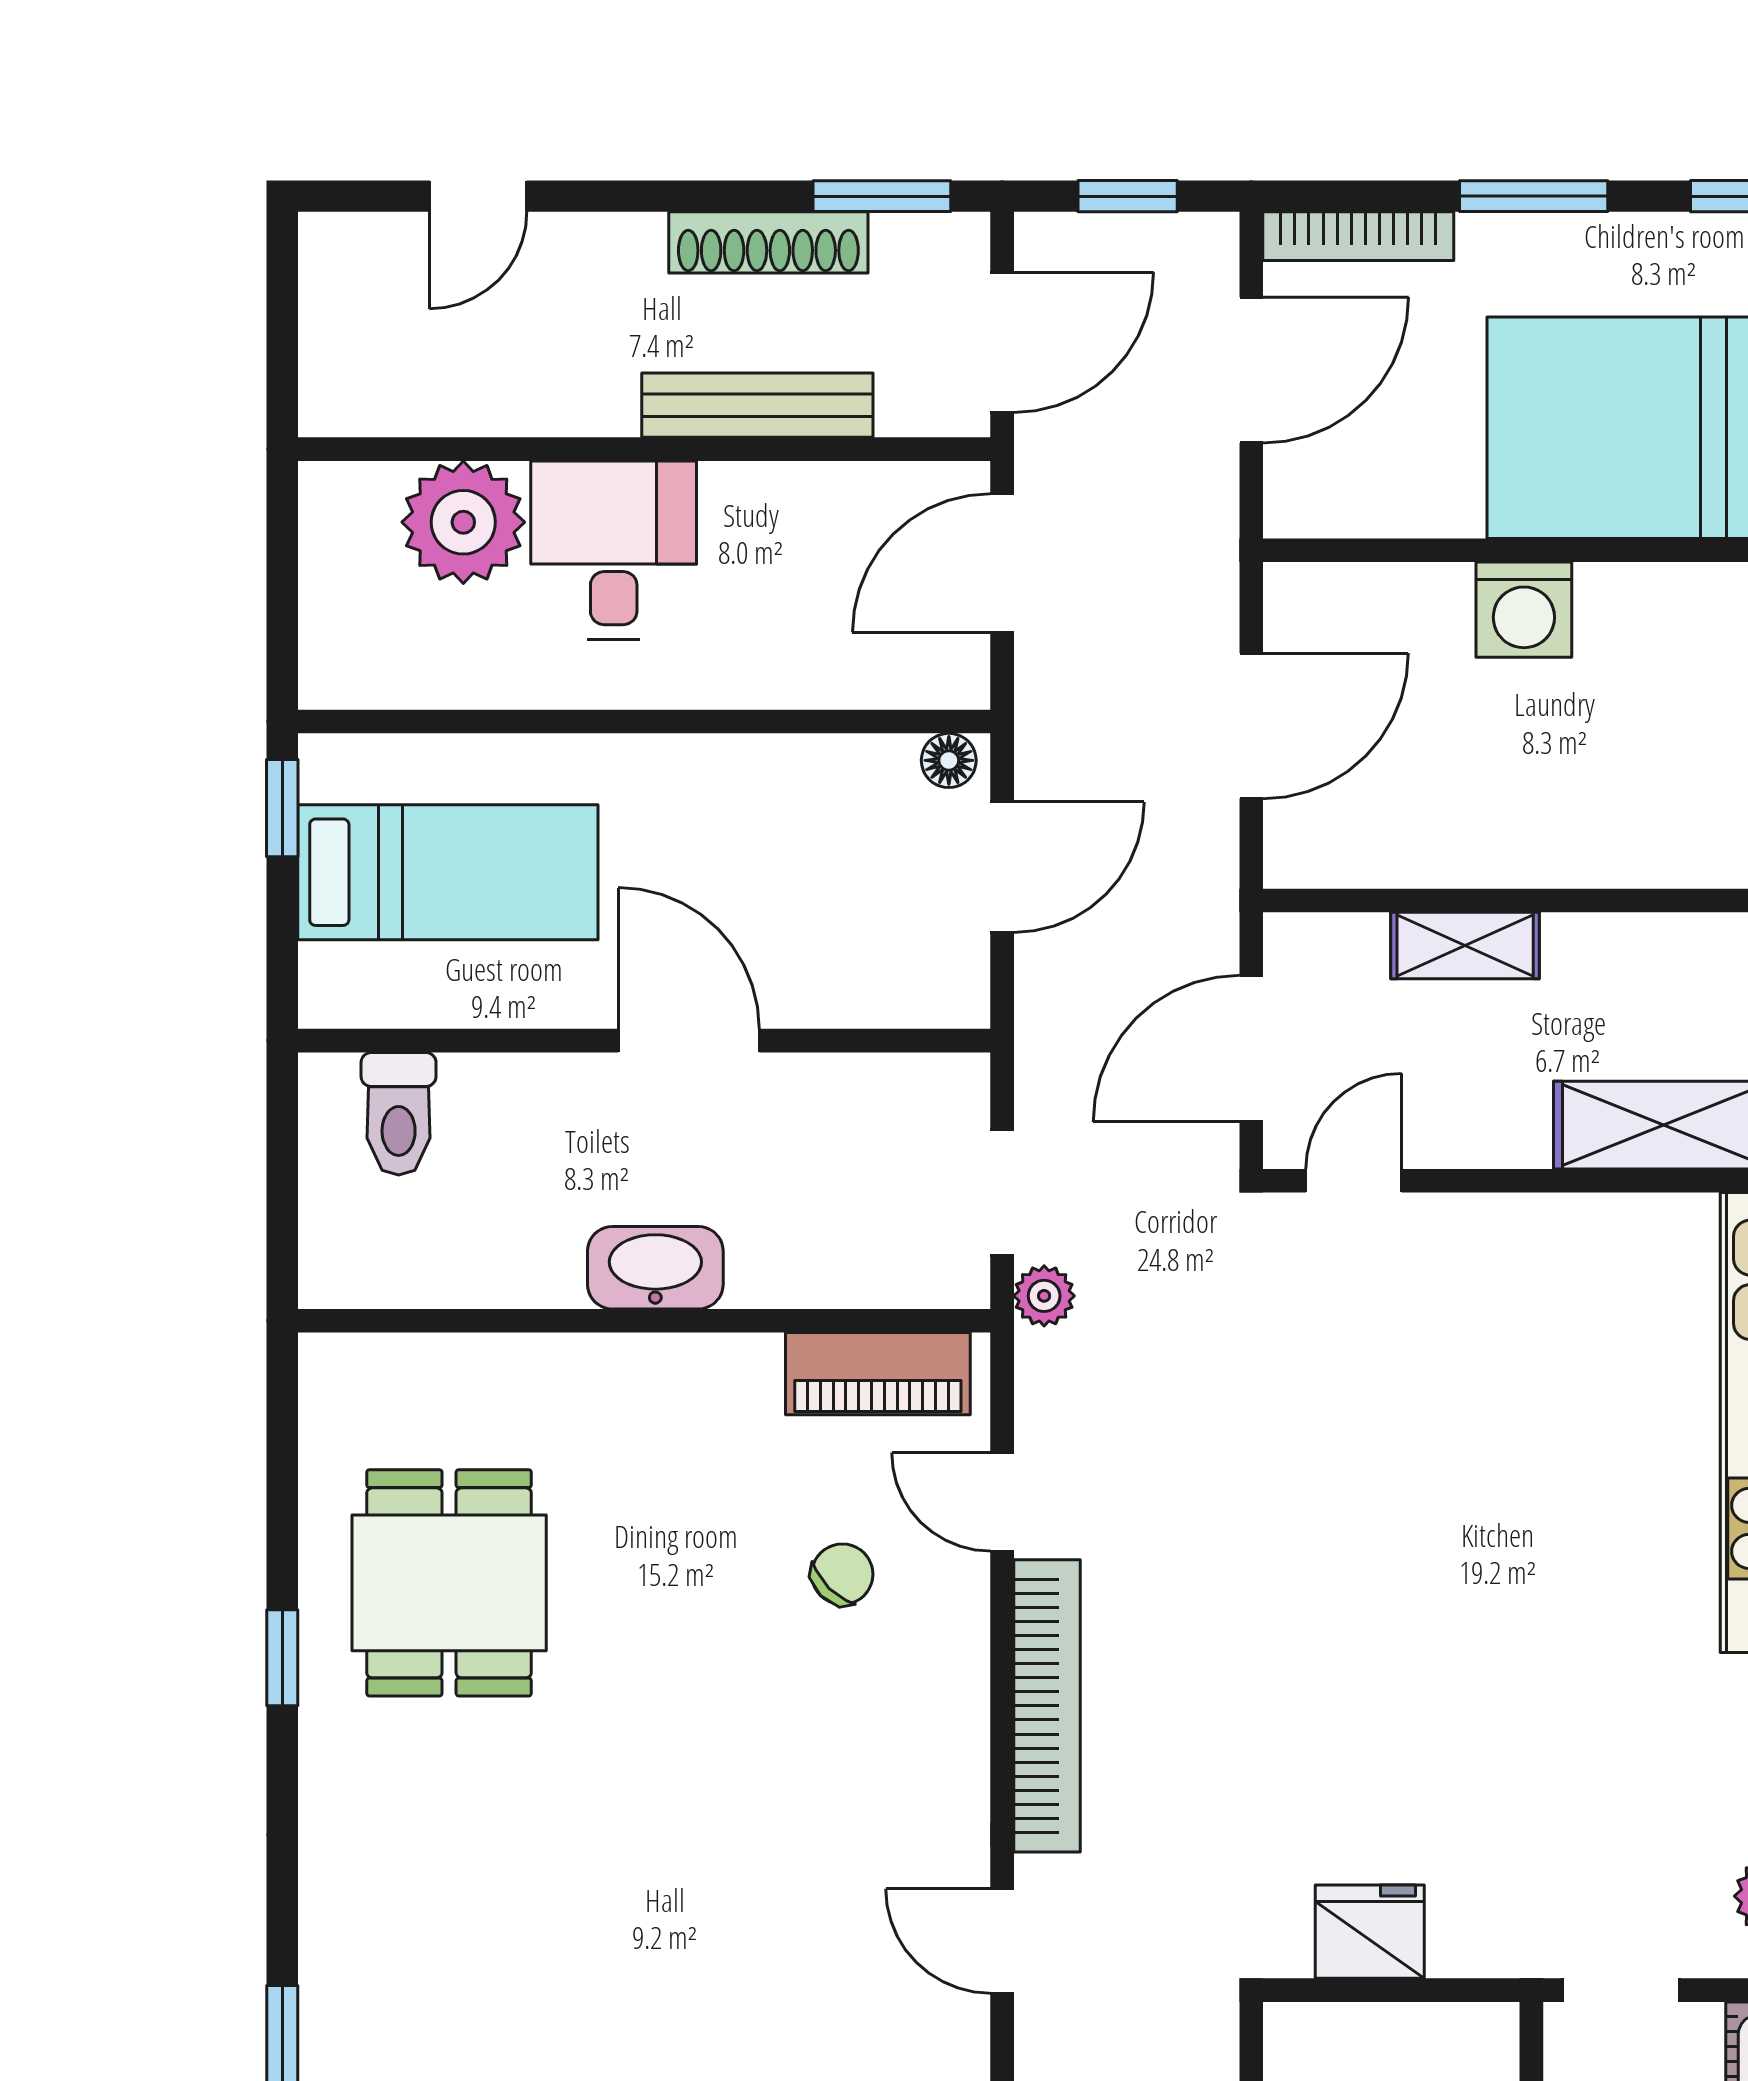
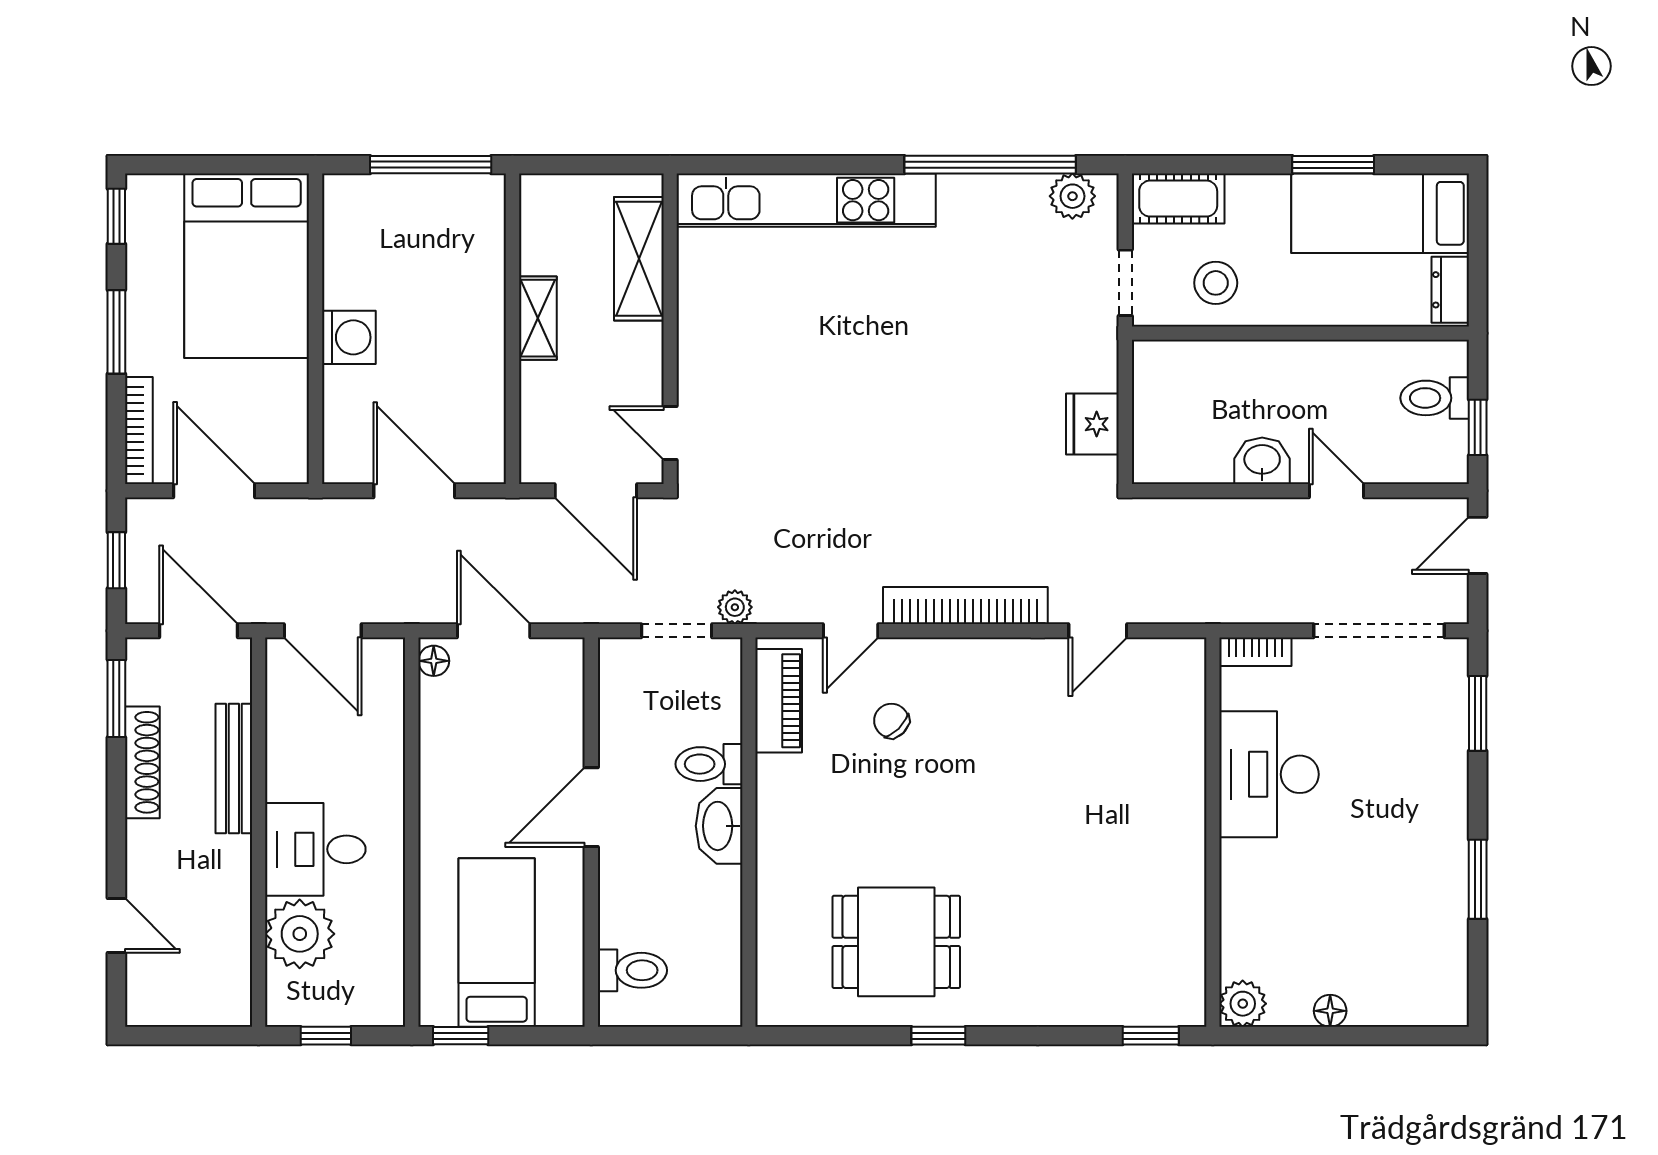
window: (282, 569) -> (326, 1036), added
shelving: (1465, 946) -> (538, 318), moved
toilet: (765, 1250) -> (709, 764), added

